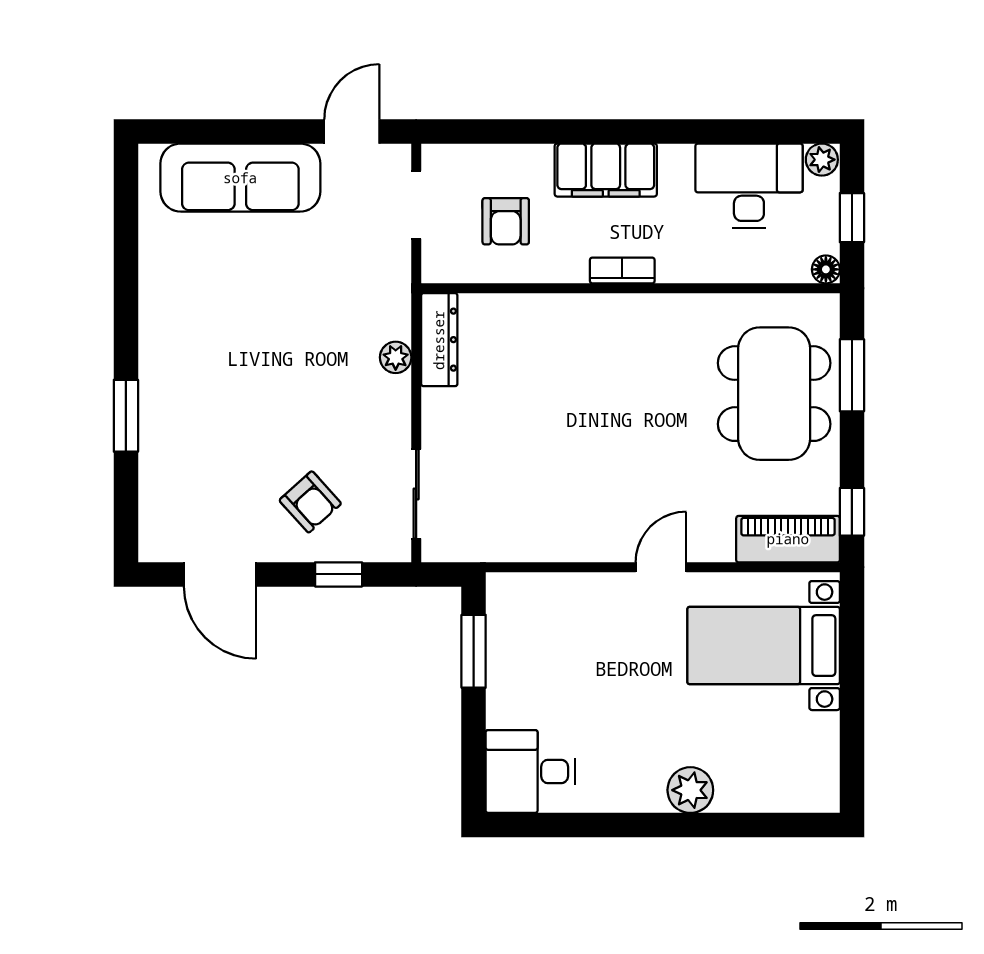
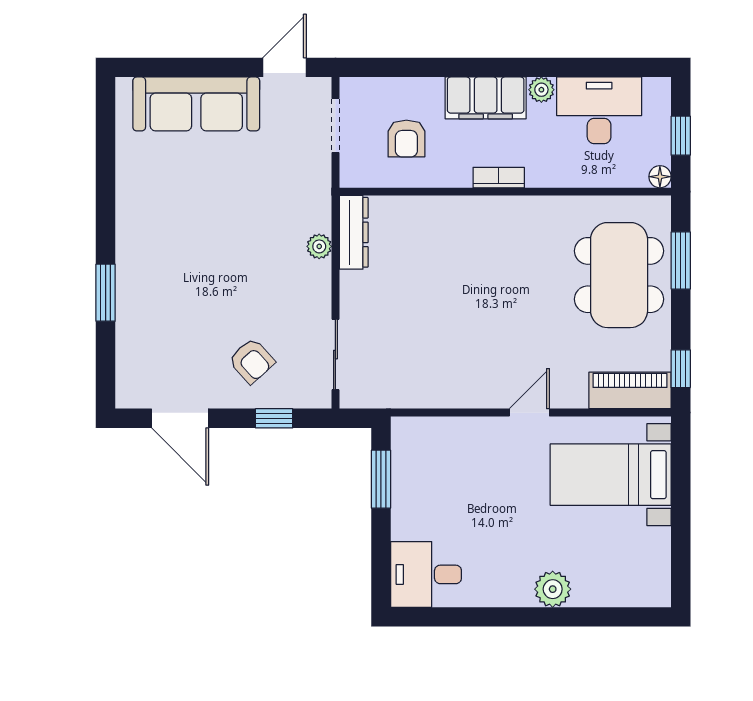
plant: (822, 160) -> (541, 90), moved

